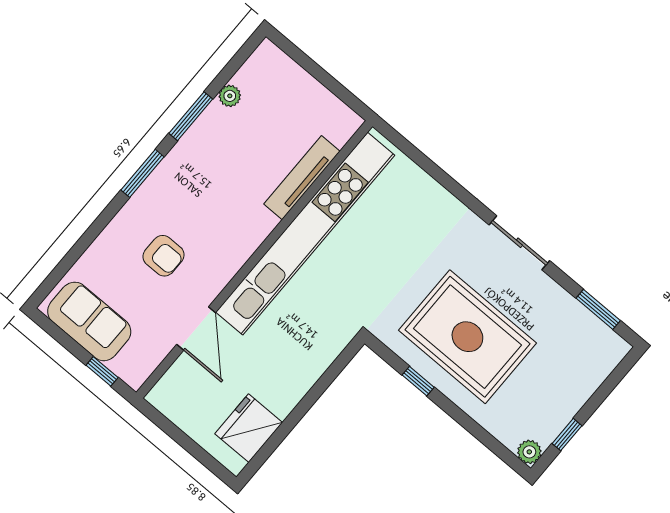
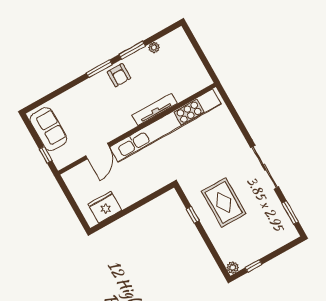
tv unit: (302, 178) -> (155, 109), moved
sliding door: (519, 243) -> (265, 167), width x1.37
armchair: (164, 256) -> (119, 75), moved
rug: (467, 337) -> (224, 202), width x0.73, depth x0.69

